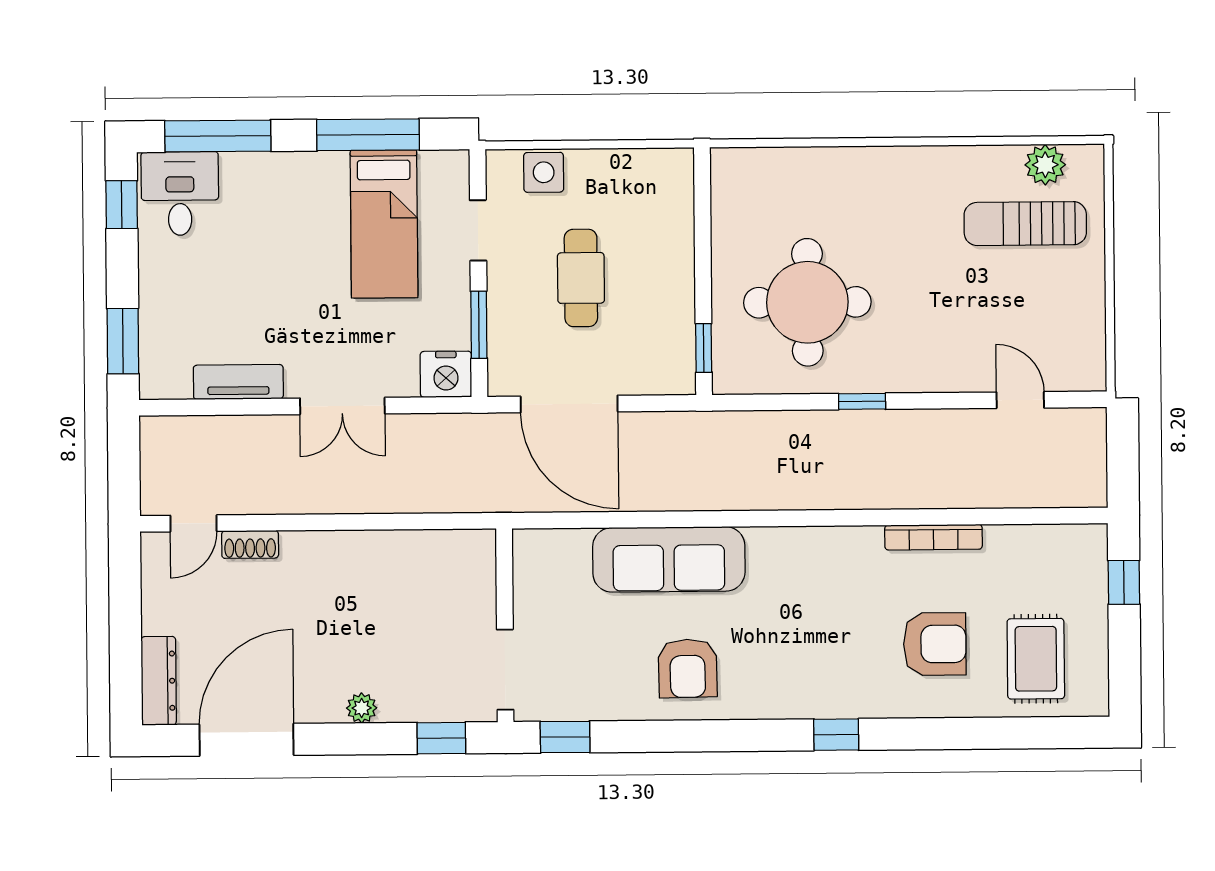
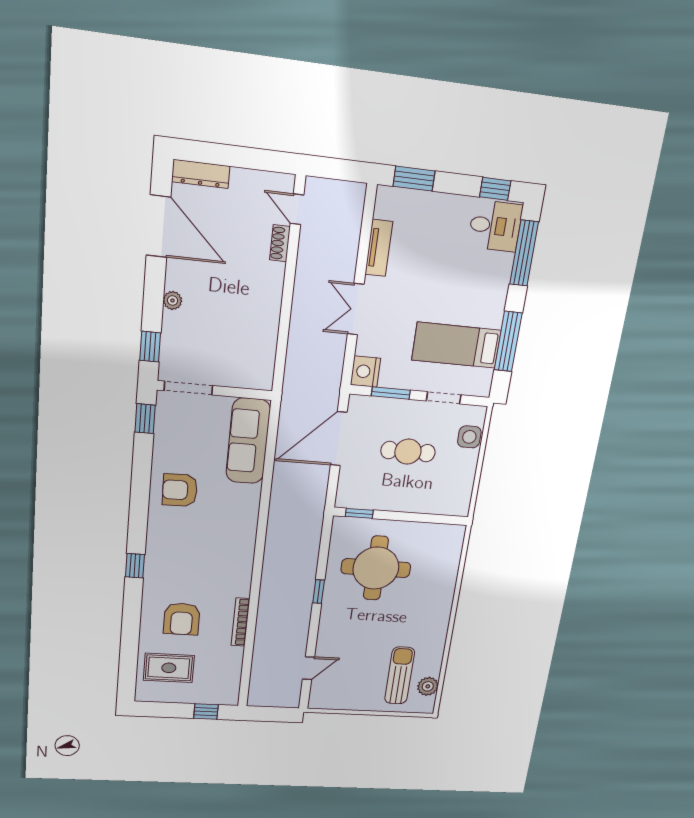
sofa: (669, 559) -> (248, 441), moved

